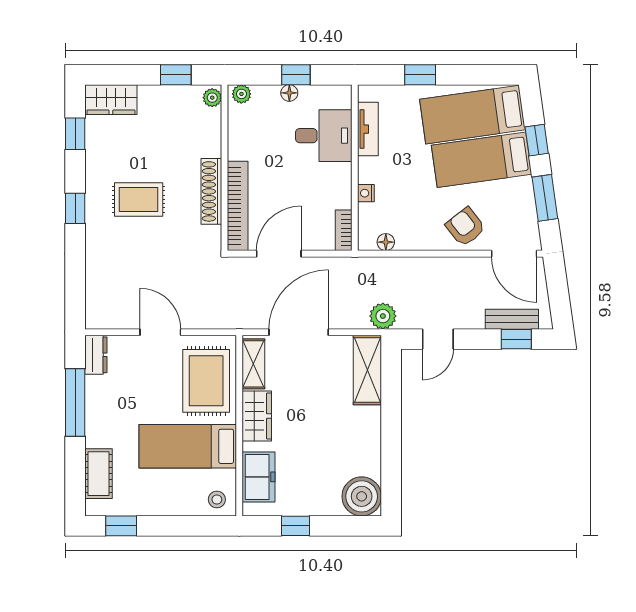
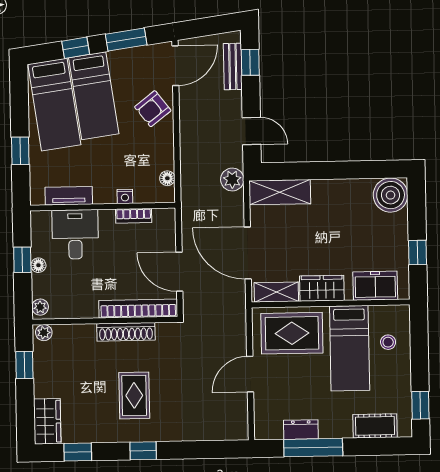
bookcase: (344, 230) -> (134, 216), moved
dresser: (96, 355) -> (301, 430), moved
stool: (217, 499) -> (388, 342), moved

